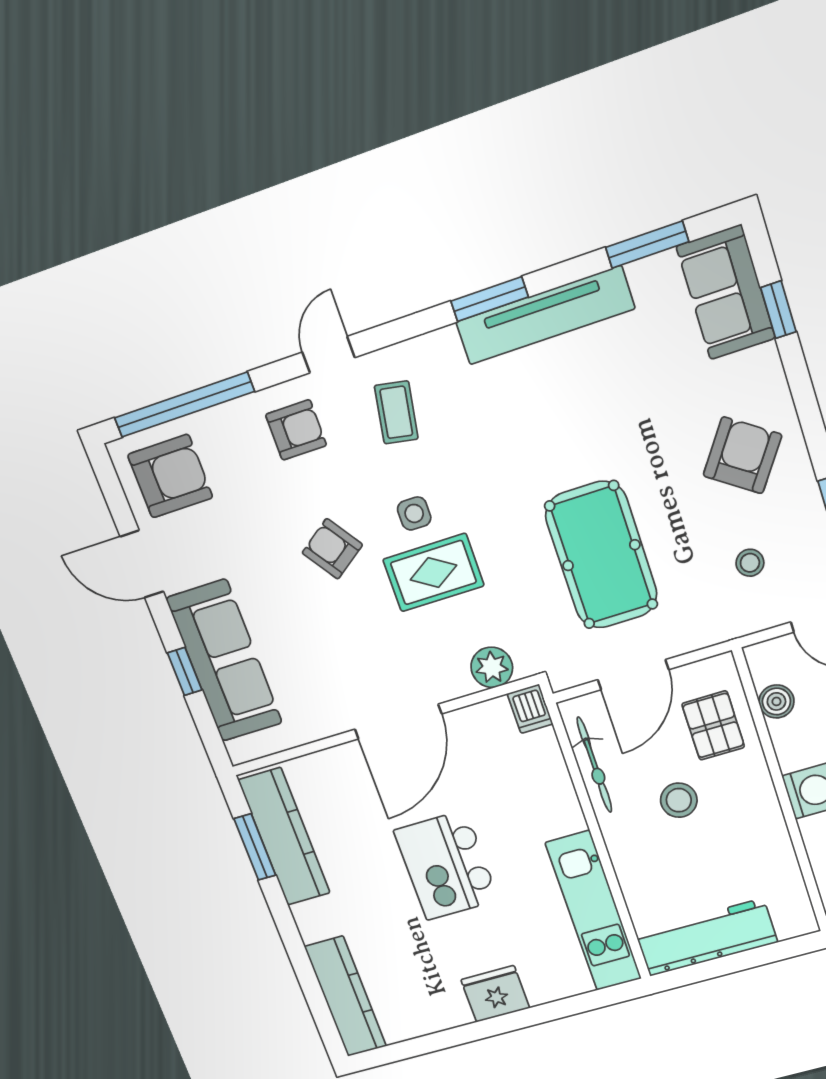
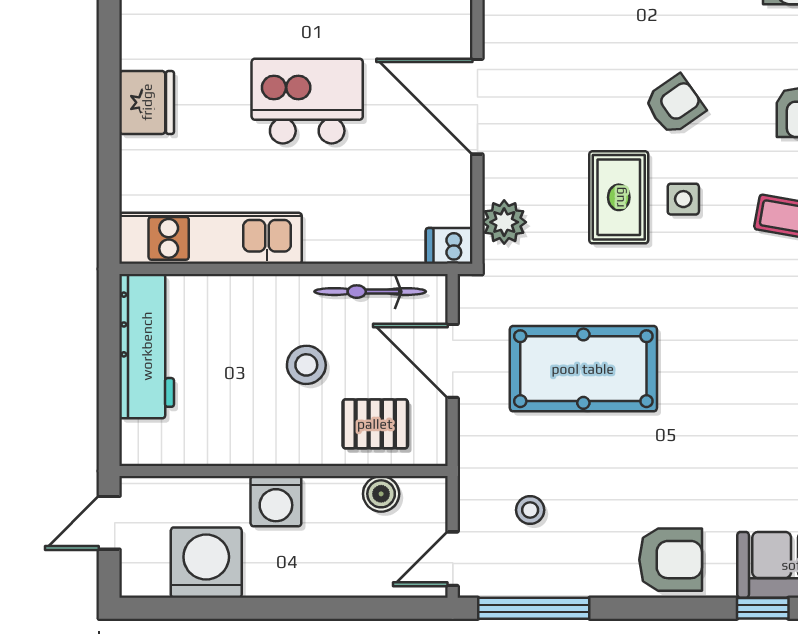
armchair: (742, 455) -> (671, 560), moved, turned -35

